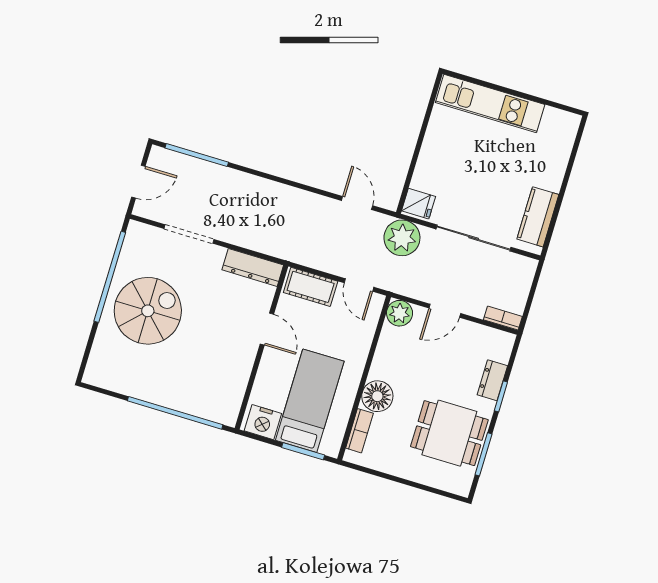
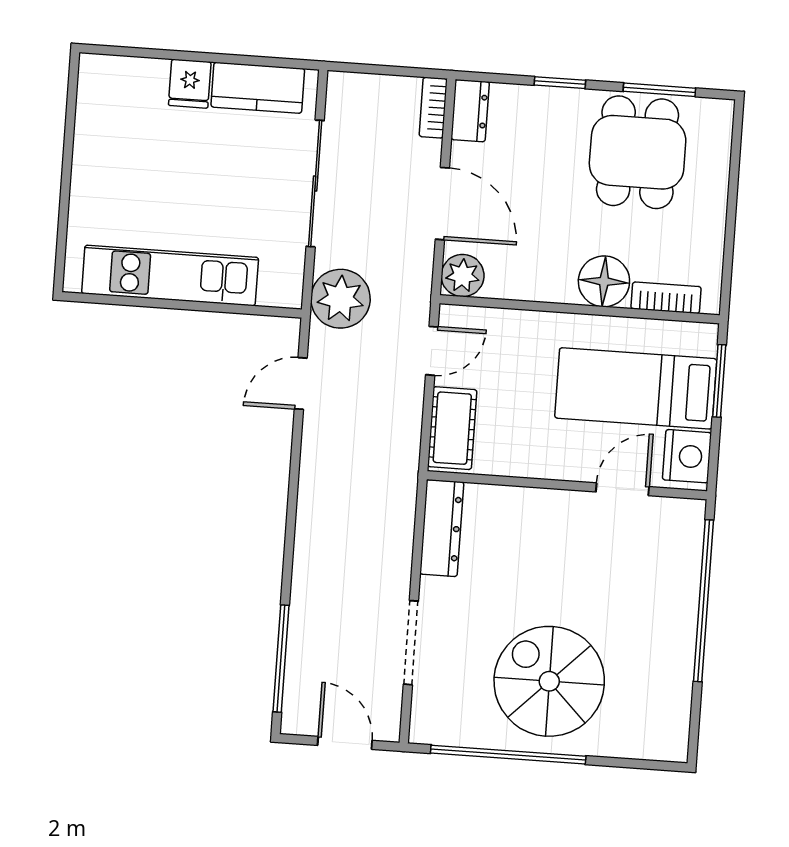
kitchen unit: (490, 104) -> (170, 275), moved, turned -90
fridge: (419, 204) -> (190, 84), moved, turned 180
door: (445, 311) -> (442, 204), width x1.38
door: (267, 329) -> (623, 489), moved
dresser: (492, 380) -> (470, 111), moved, turned -90

